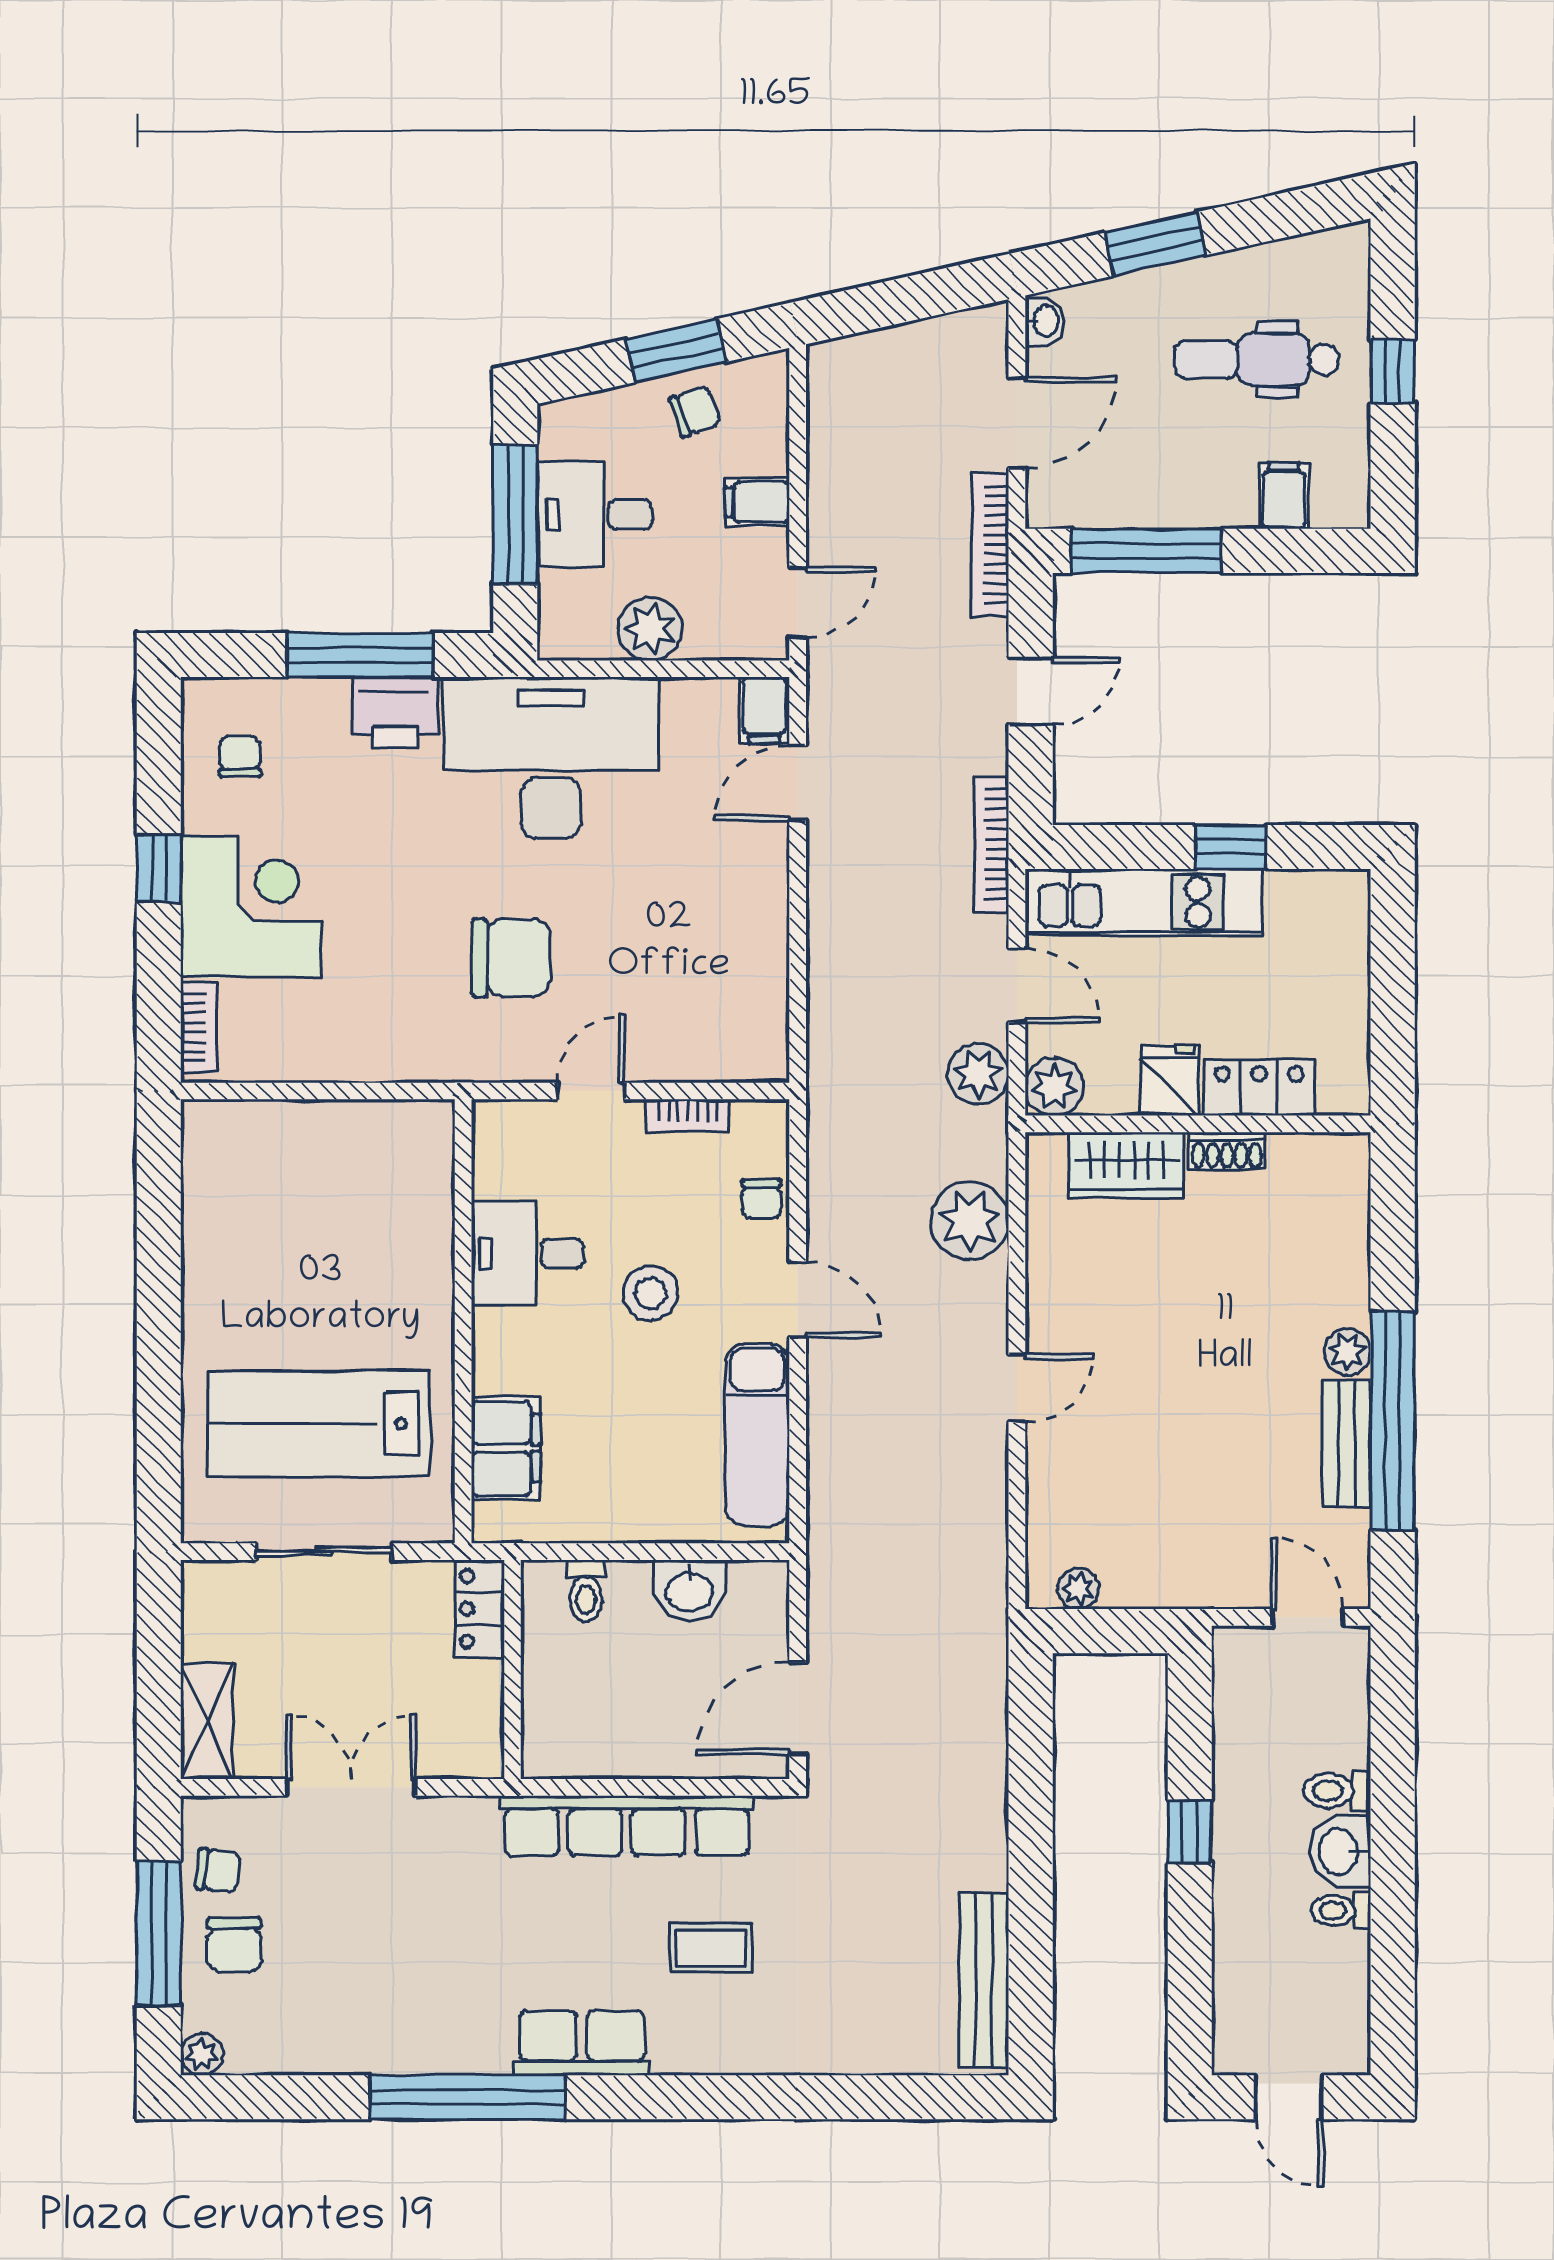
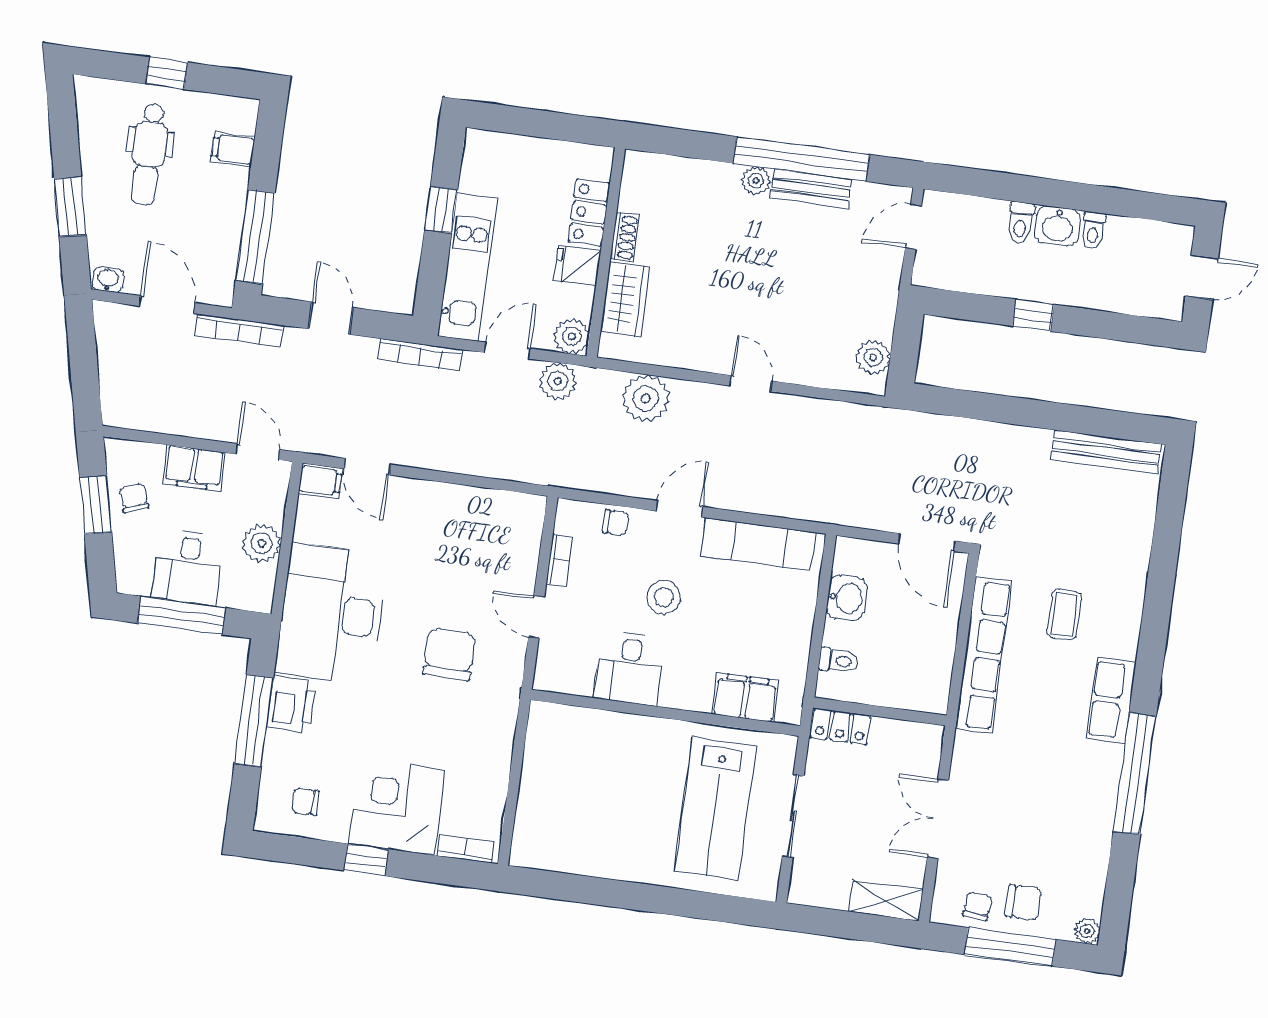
filing cabinet: (757, 502) -> (194, 468), width x2.00
plant: (1078, 1589) -> (873, 357), width x1.38, depth x1.38

